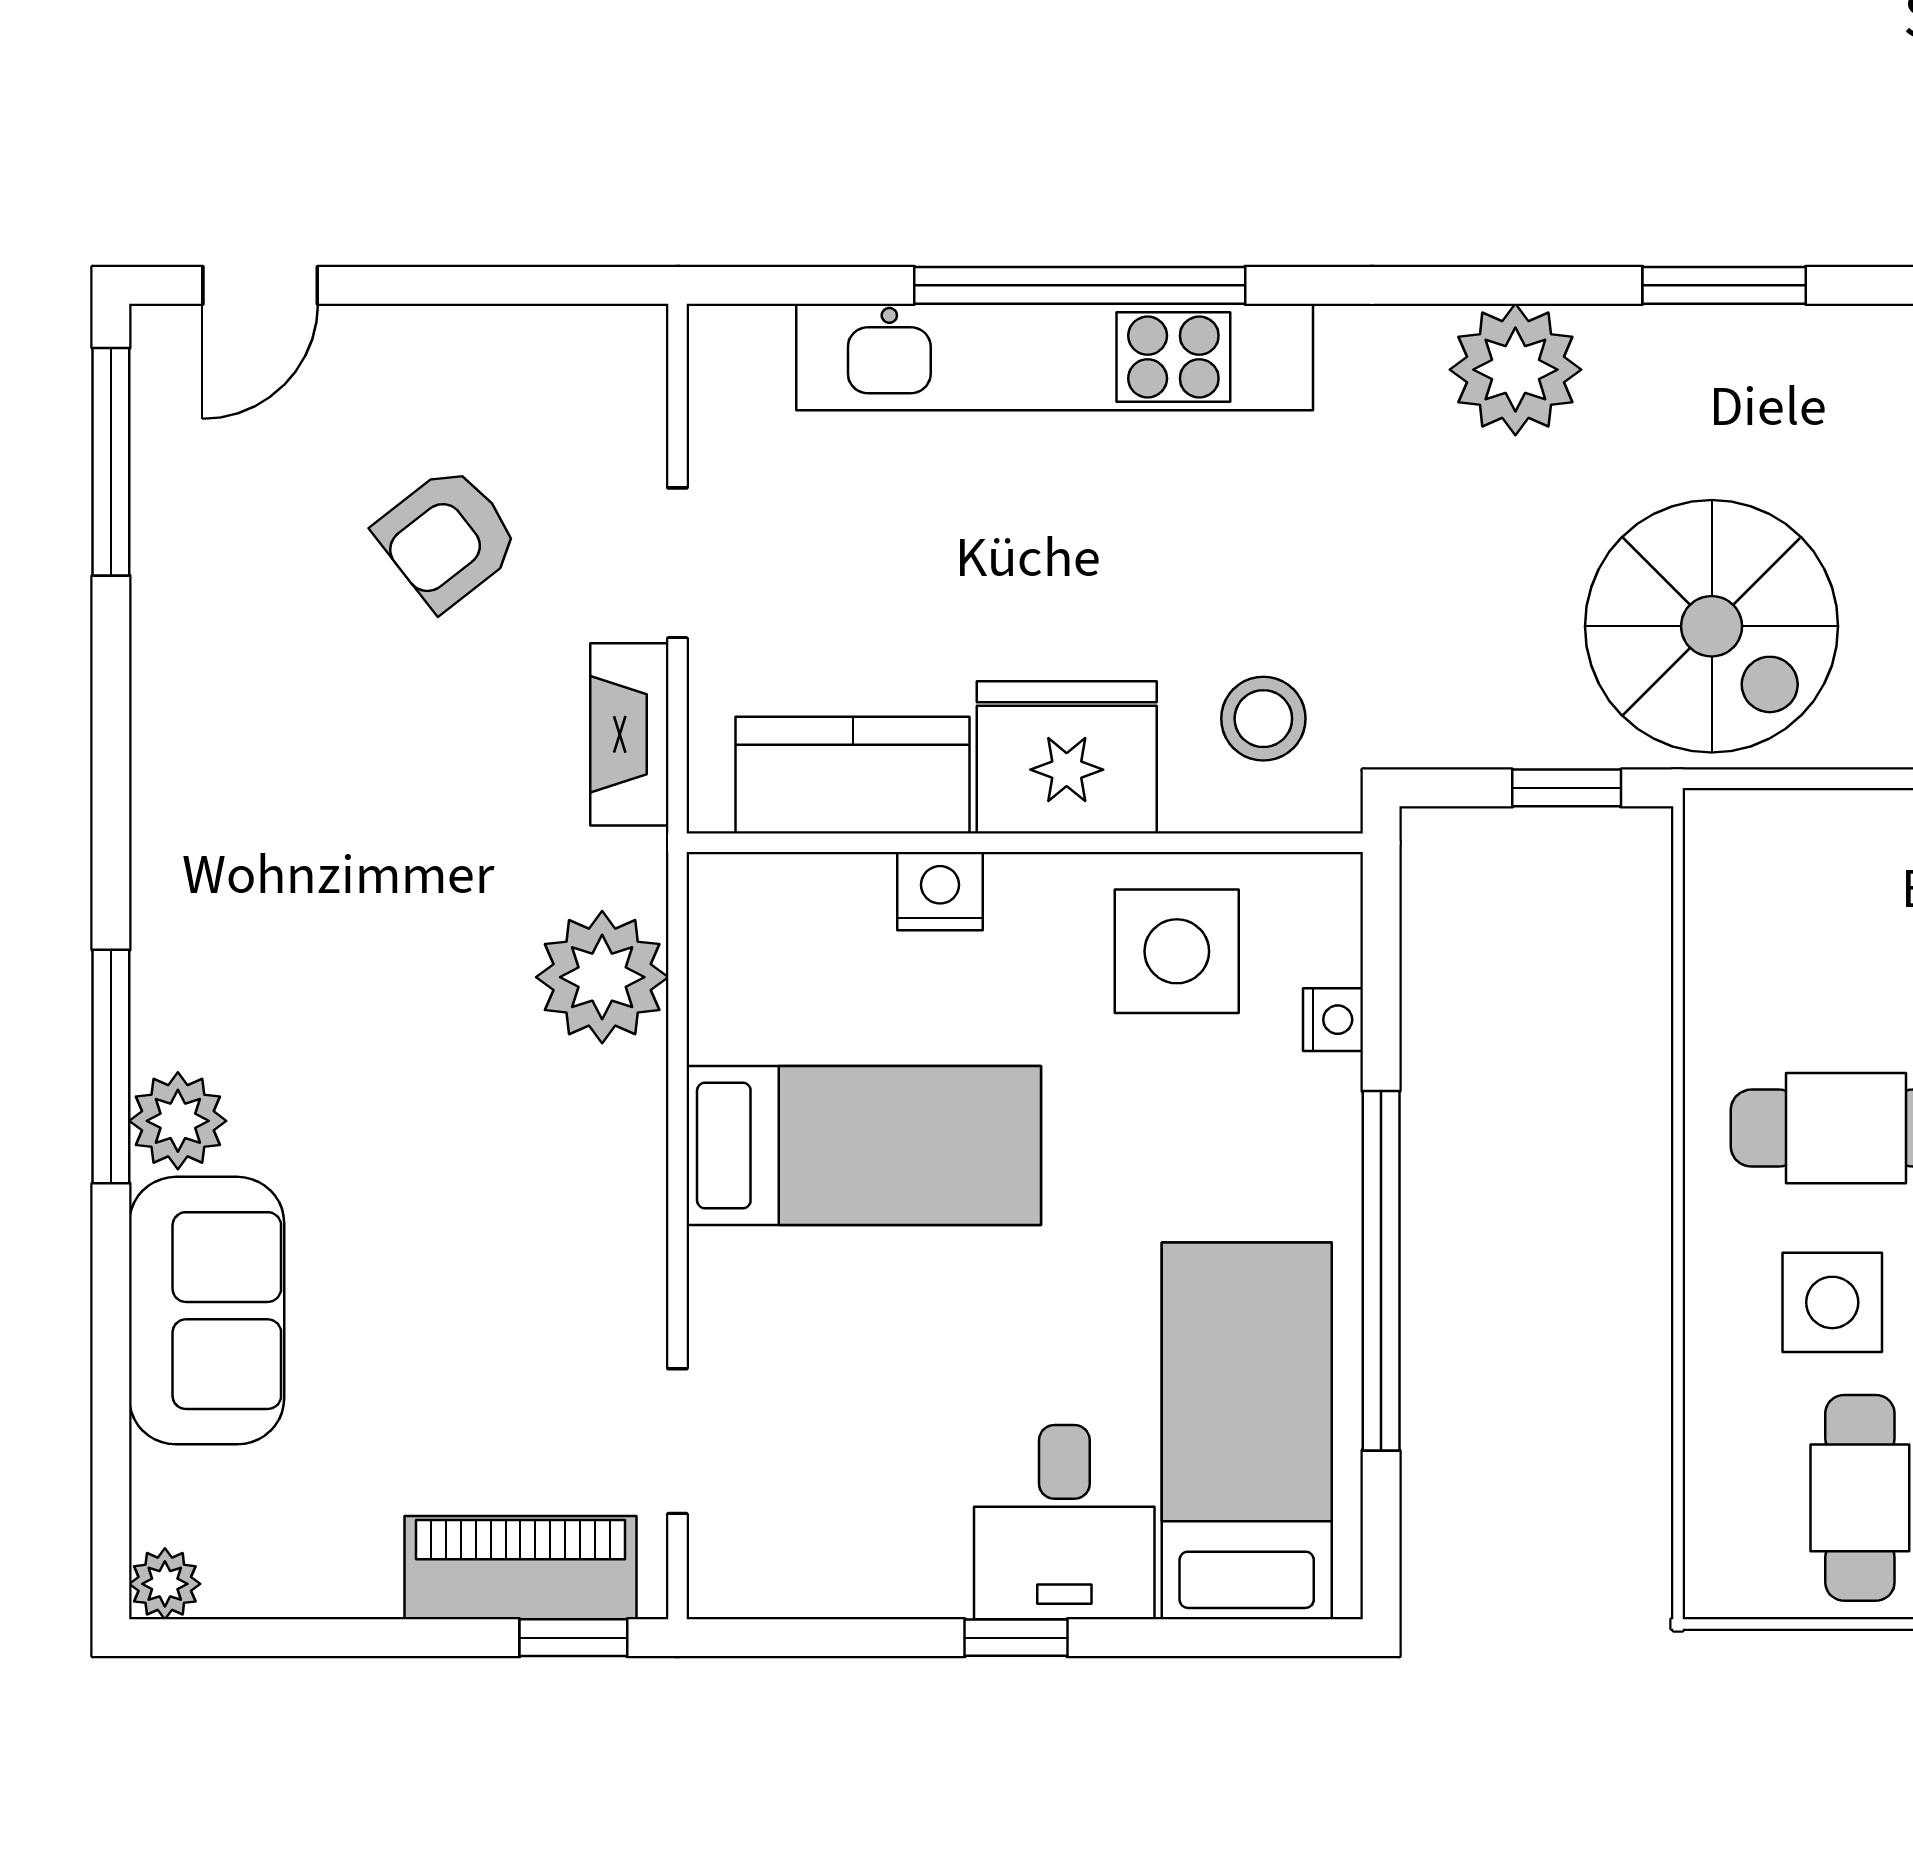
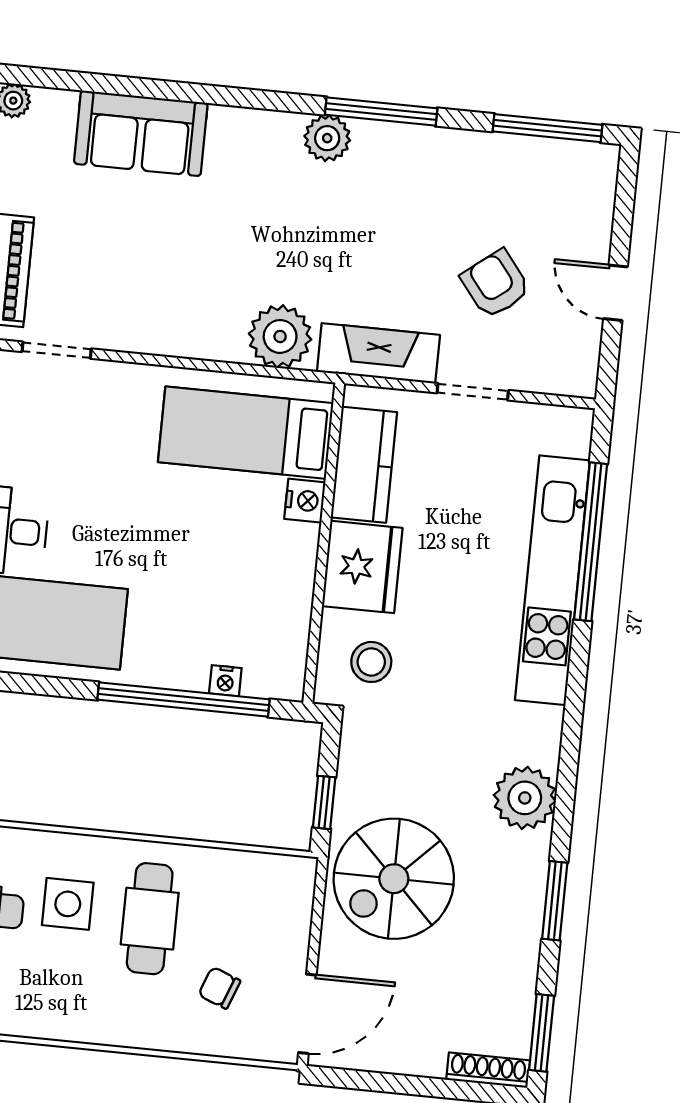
door: (260, 285) -> (615, 293), moved
window: (1080, 285) -> (591, 542), moved
fireplace: (629, 734) -> (378, 353), width x1.37, depth x1.32
side table: (1177, 951) -> (265, 610), removed
window: (111, 1067) -> (381, 111), moved
plant: (178, 1121) -> (327, 138), moved
bed: (864, 1146) -> (246, 433), moved, turned 90
window: (1381, 1271) -> (184, 700), moved

